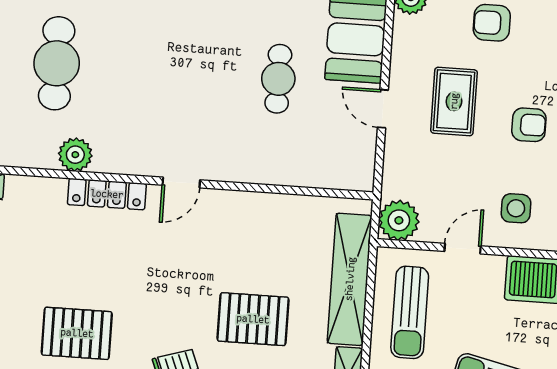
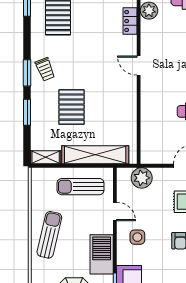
locker: (107, 194) -> (130, 21), width x0.66
plant: (399, 220) -> (142, 178), moved

